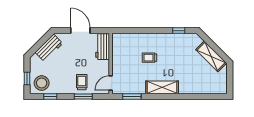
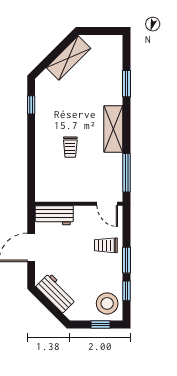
window: (83, 96) -> (127, 260), moved
window: (132, 96) -> (127, 173), width x1.44
window: (193, 96) -> (127, 84), added

